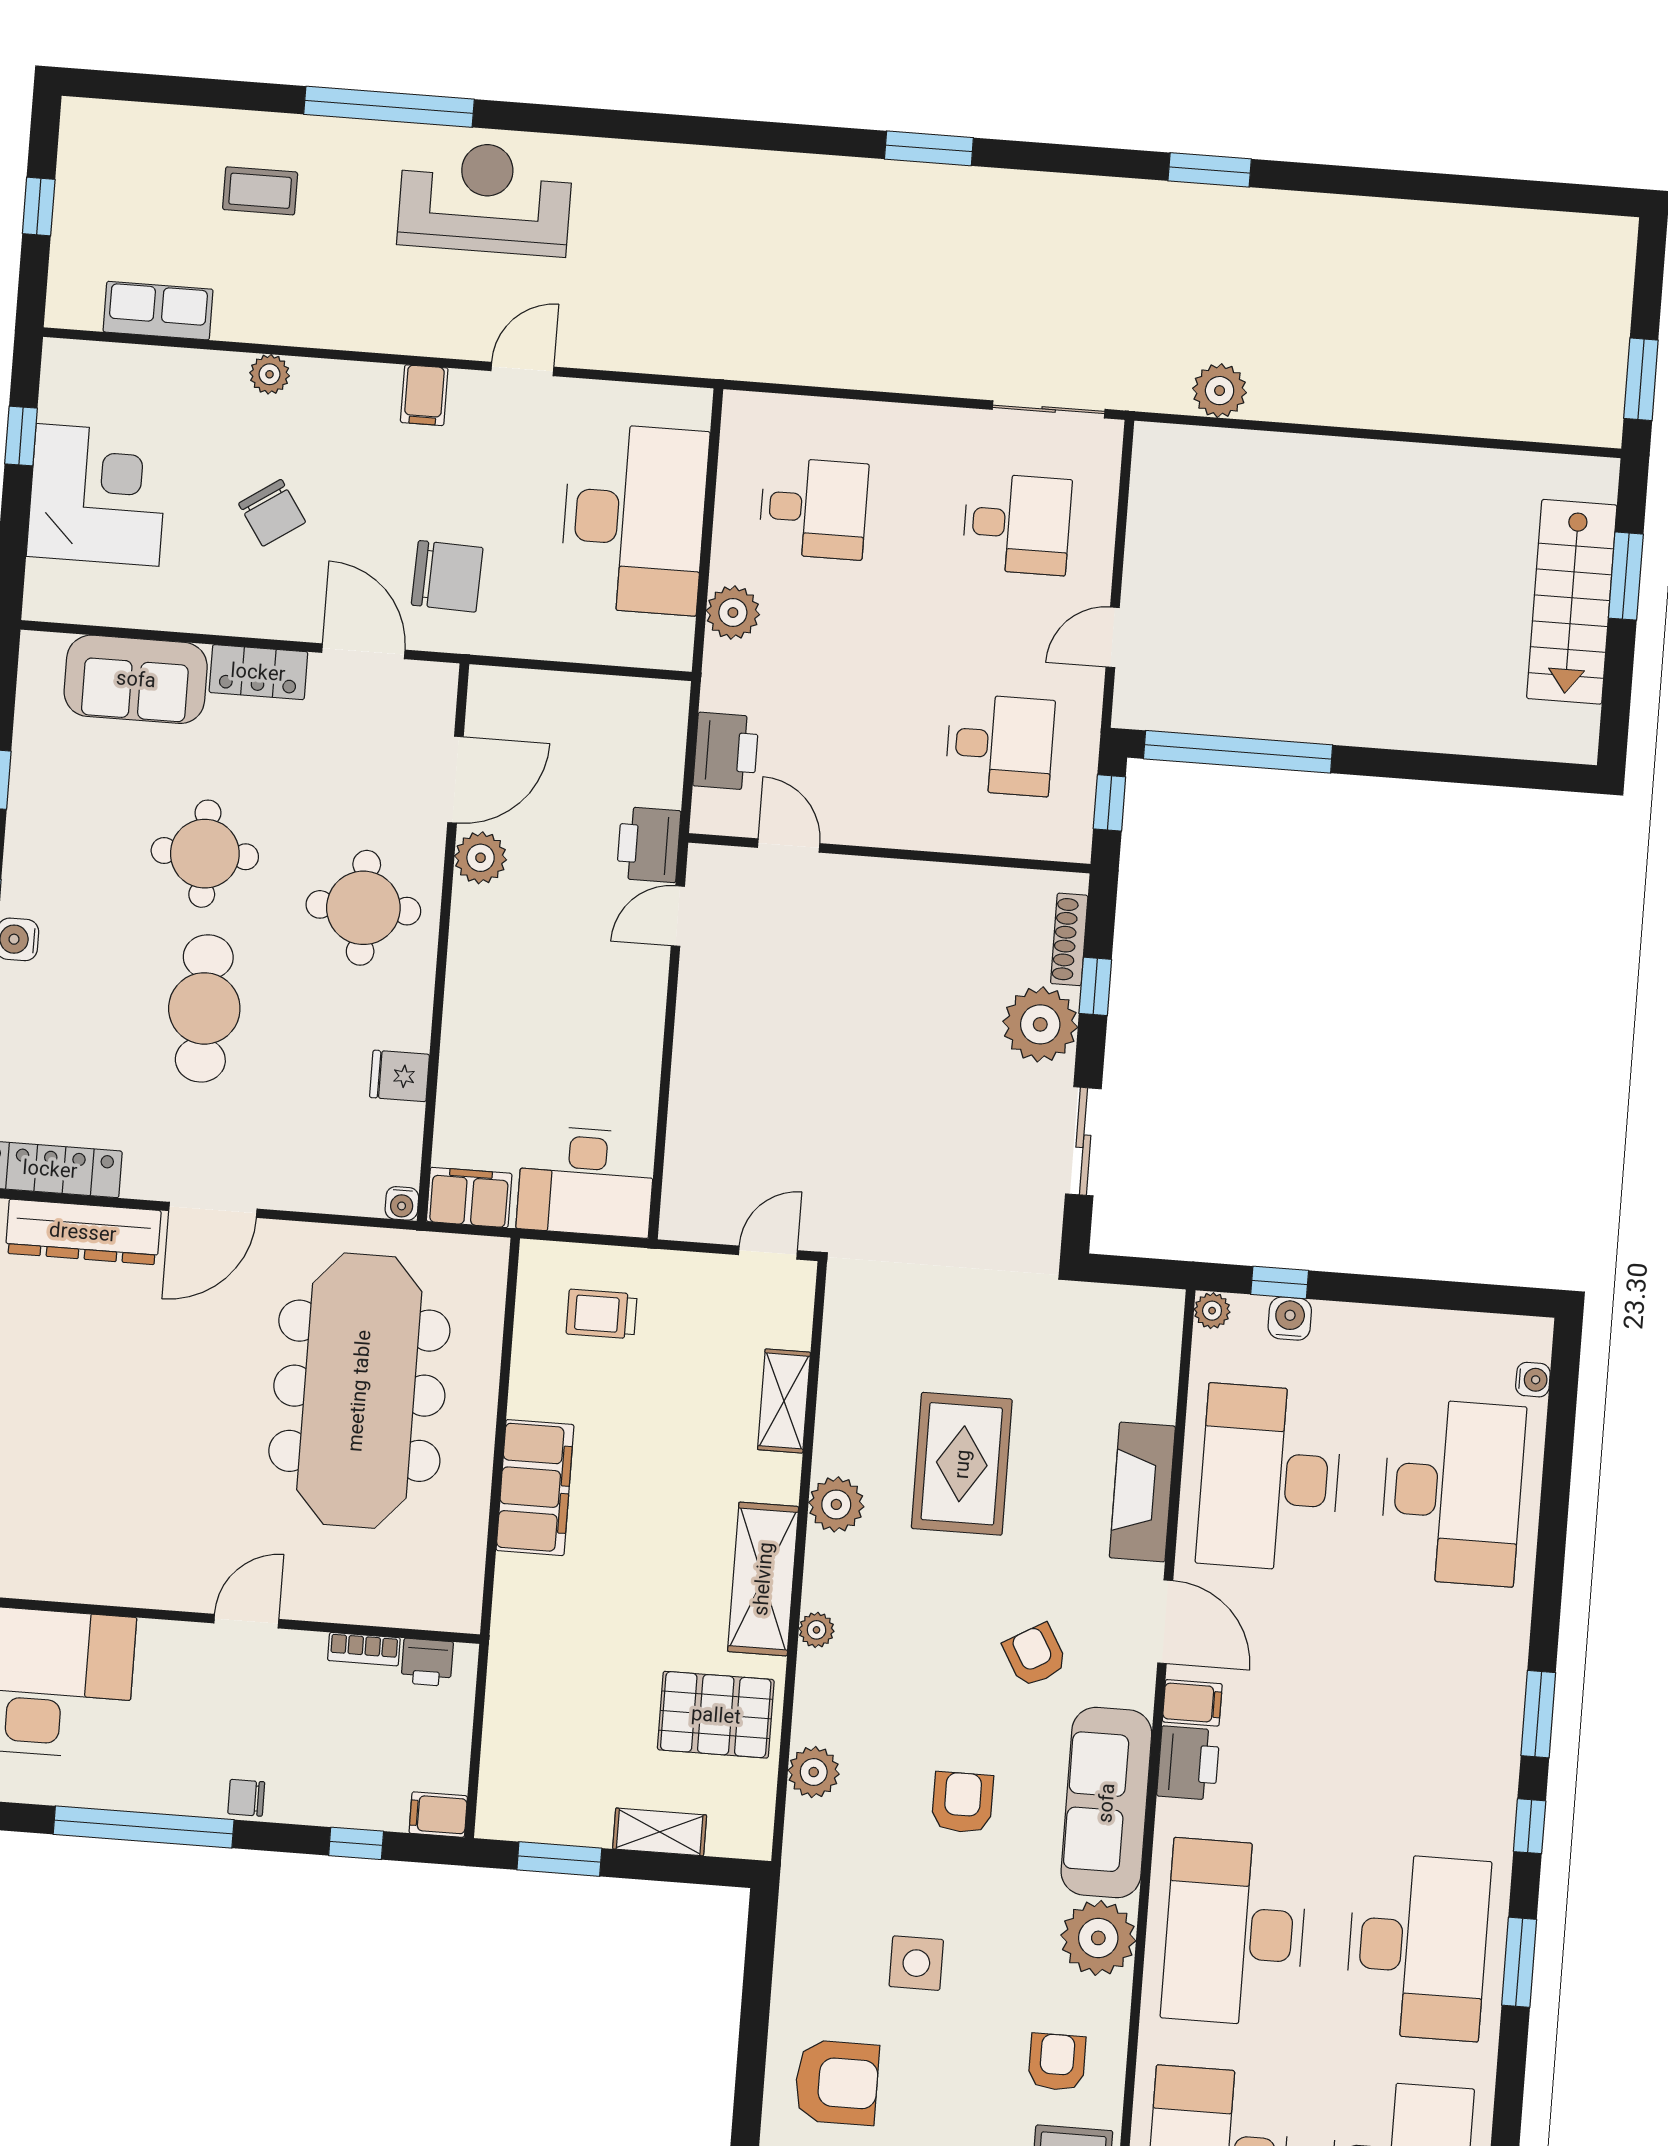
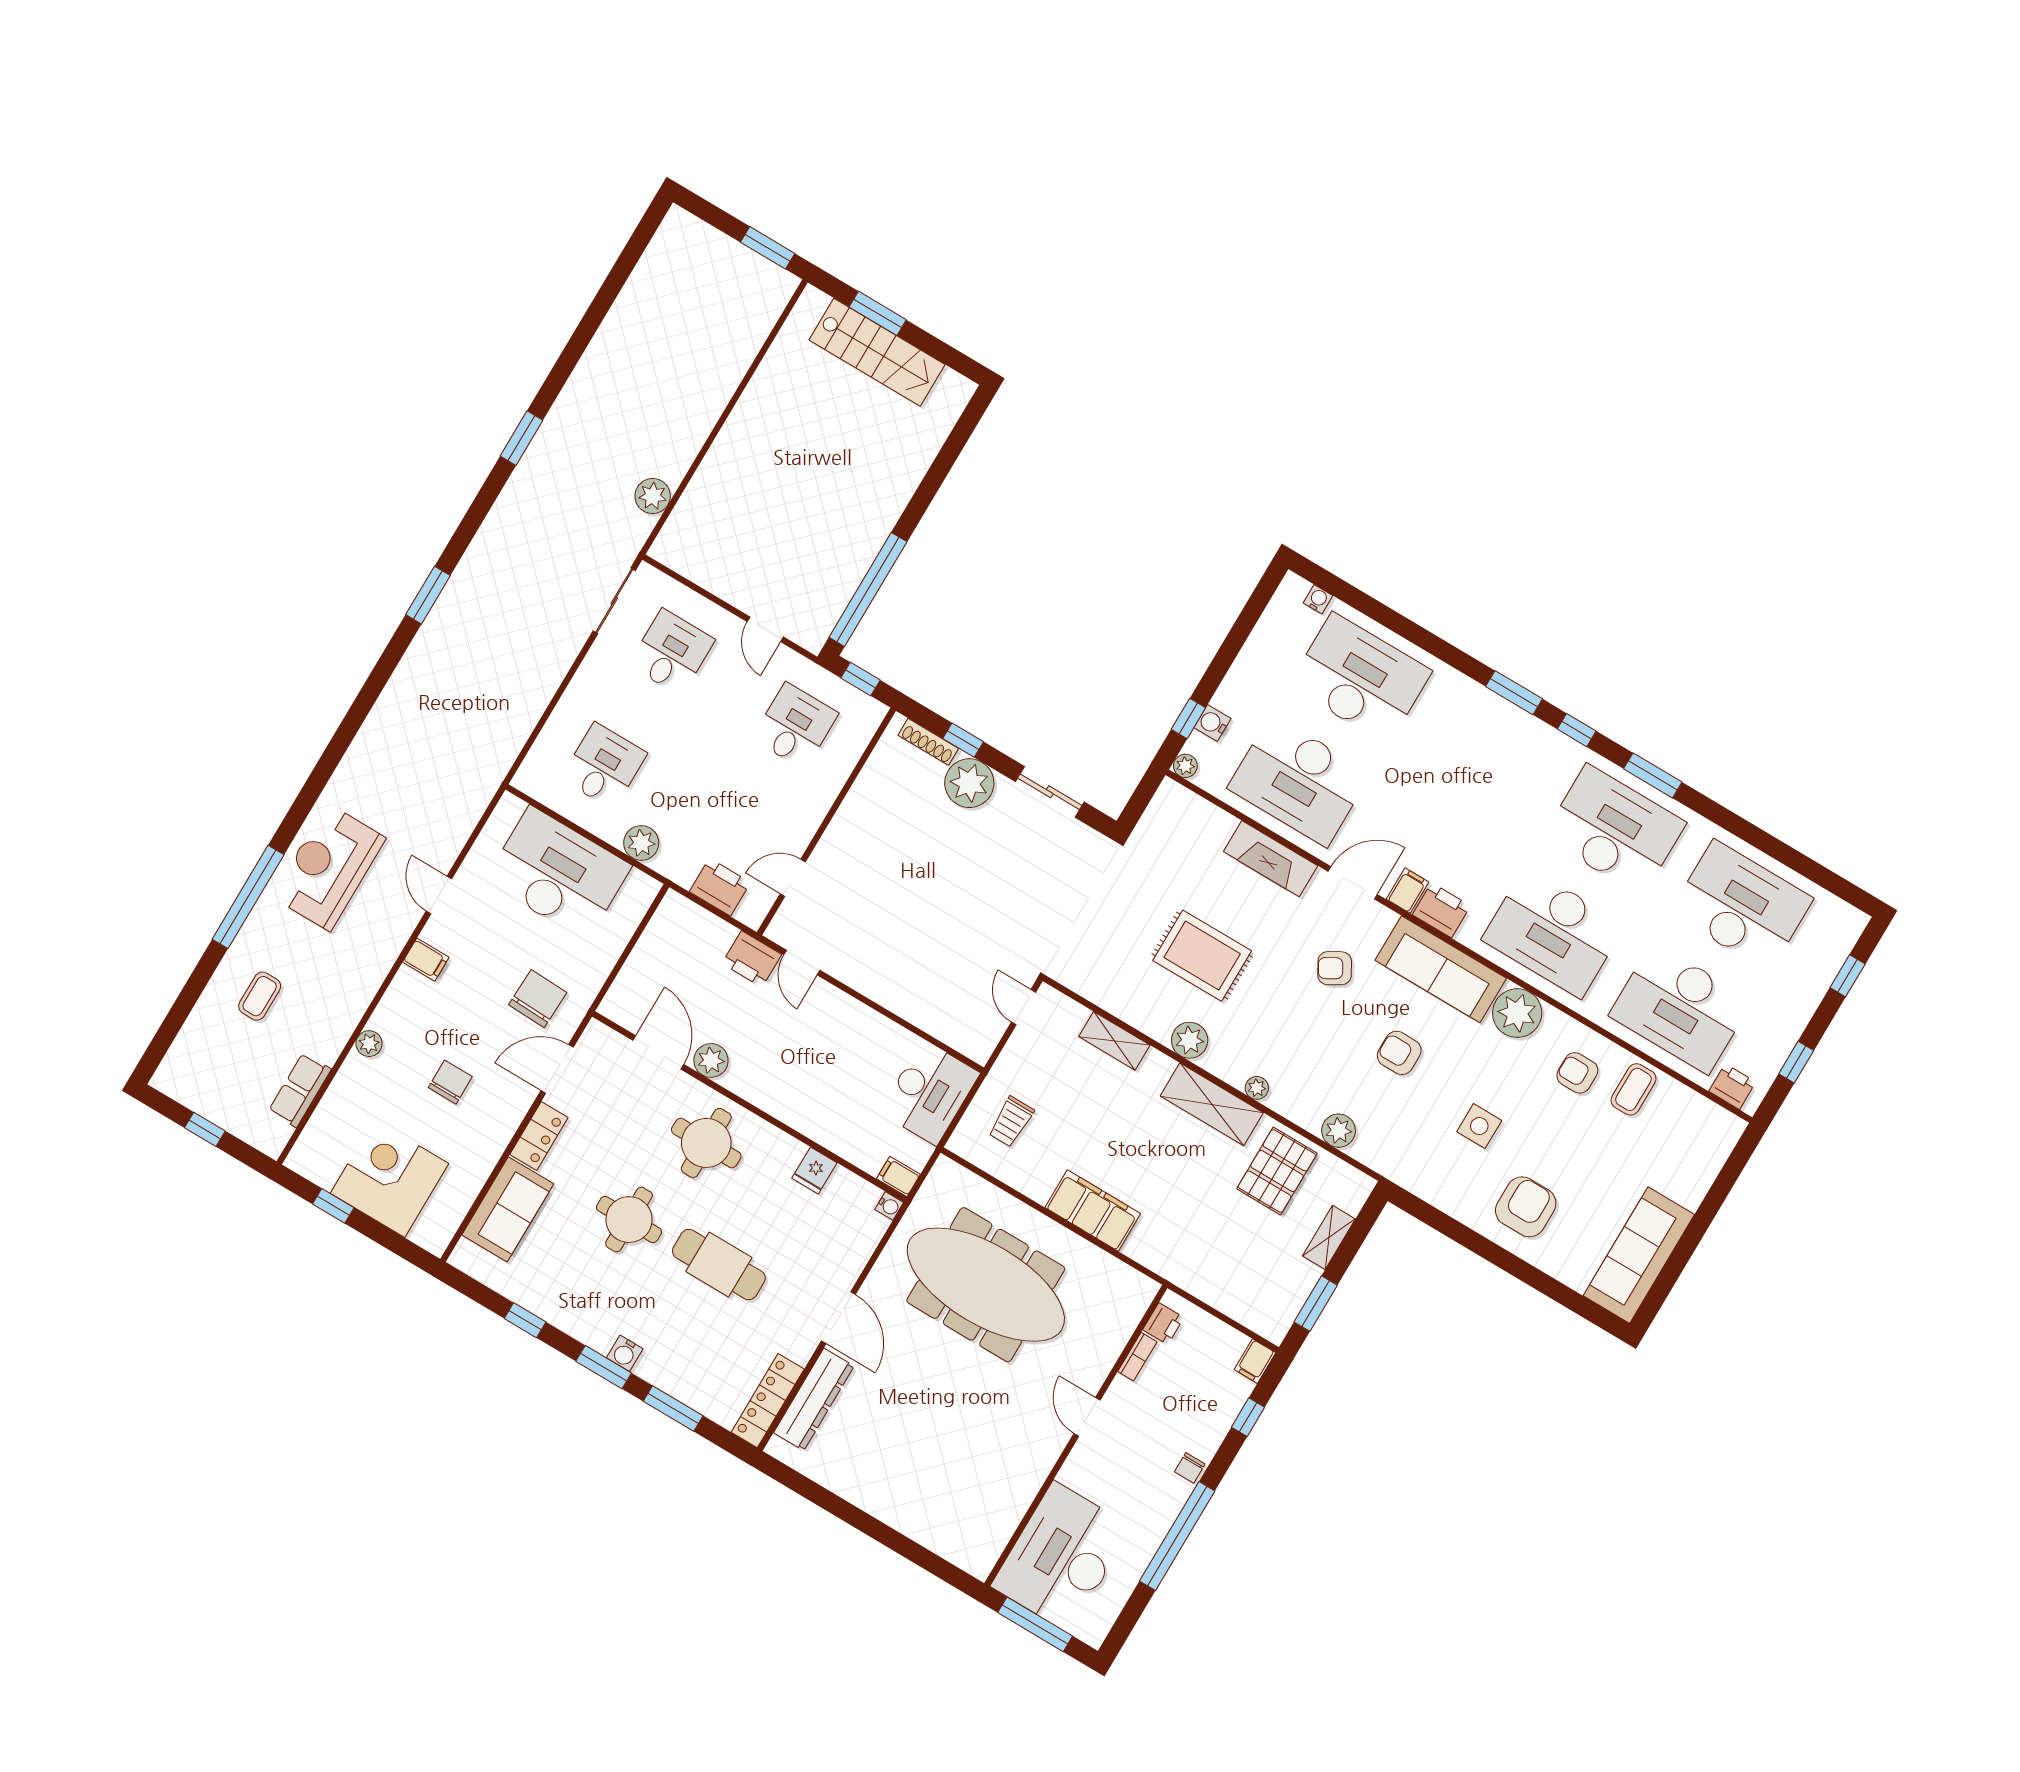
chair: (272, 513) -> (450, 1082), turned -56
filing cabinet: (469, 1197) -> (898, 1177), width x0.50

